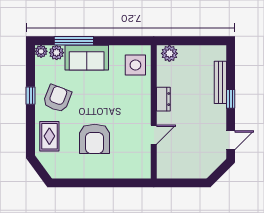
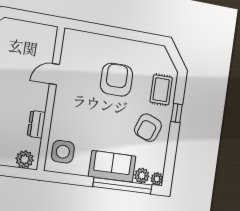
window: (74, 41) -> (123, 186), width x1.46
window: (31, 96) -> (177, 113), moved
dresser: (163, 99) -> (36, 124), moved

